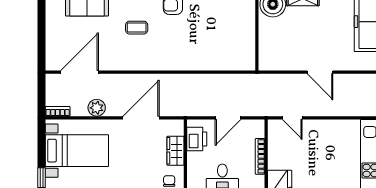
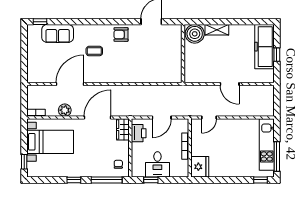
door: (79, 72) -> (70, 84), moved
door: (292, 118) -> (209, 118), hinge flipped
wardrobe: (175, 151) -> (123, 129), moved

